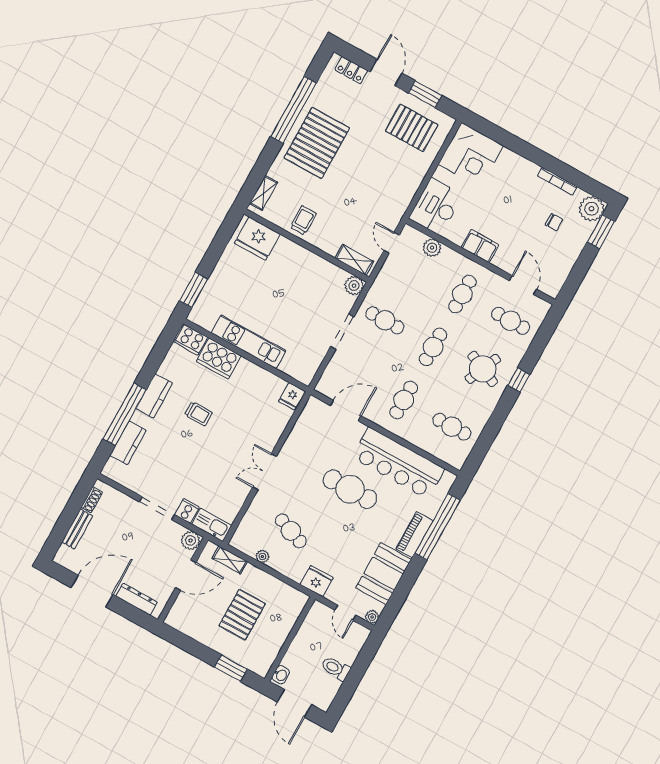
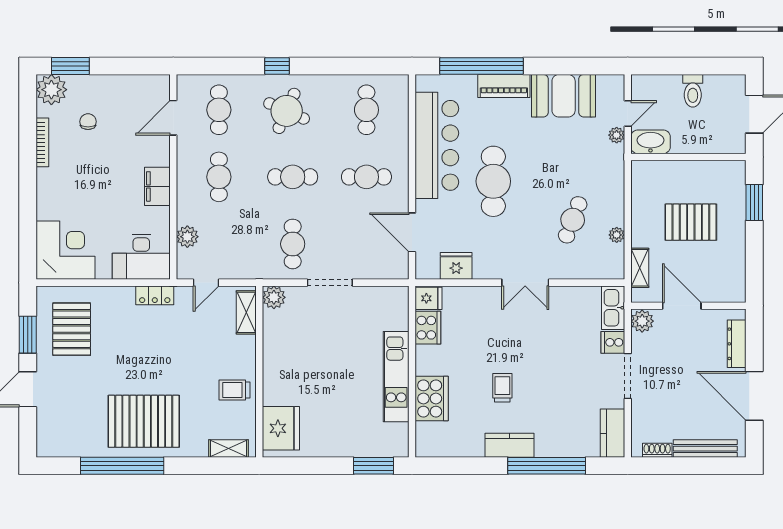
locker: (351, 70) -> (155, 295), moved, turned 90
cafe table: (462, 294) -> (219, 177), turned 90
cooker: (191, 340) -> (428, 328), moved
kitchen counter: (128, 443) -> (612, 433), moved, turned -90
bench: (77, 529) -> (705, 449), width x1.36
fridge: (317, 581) -> (456, 266), moved, turned 90
plant: (372, 617) -> (617, 135), moved
washbasin: (281, 675) -> (650, 142), moved, width x1.91, depth x1.45

